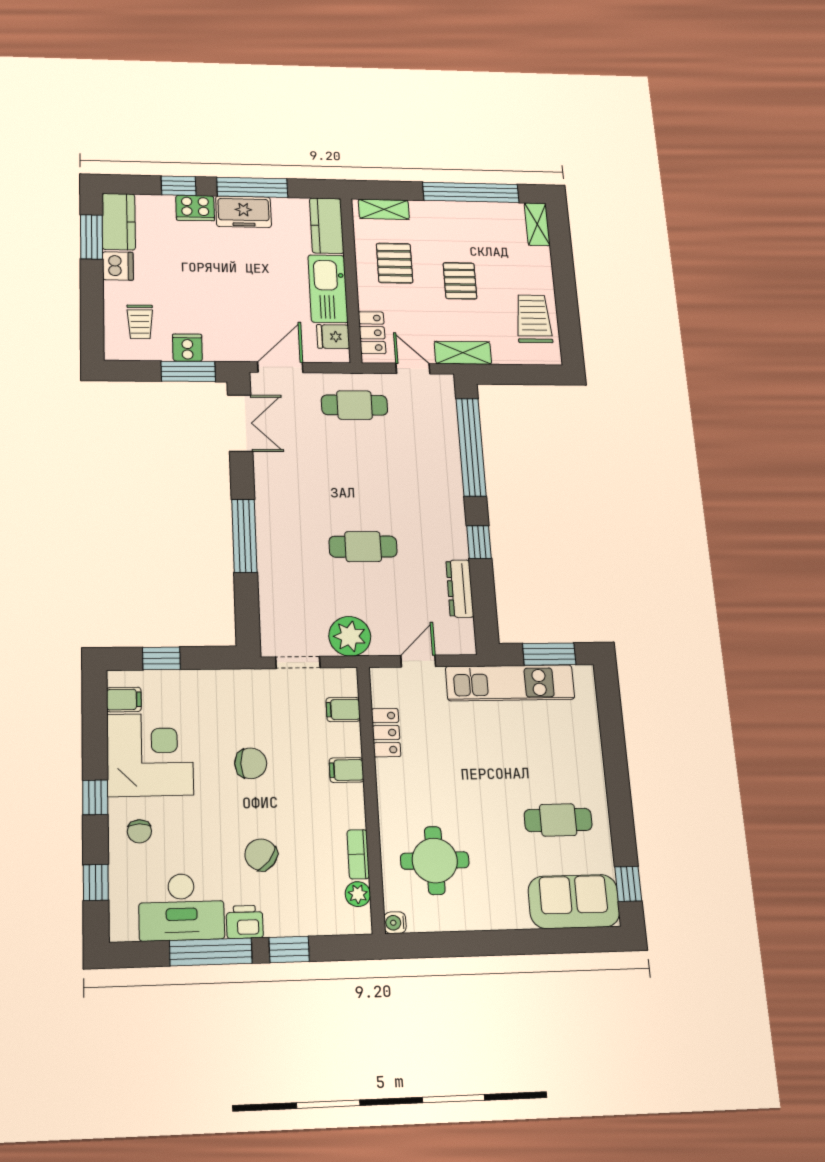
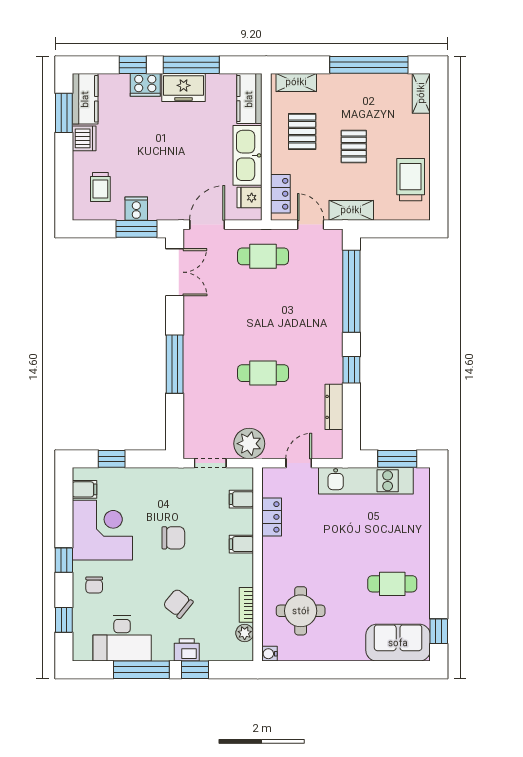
printer: (245, 922) -> (187, 650), moved

